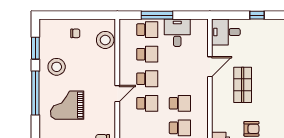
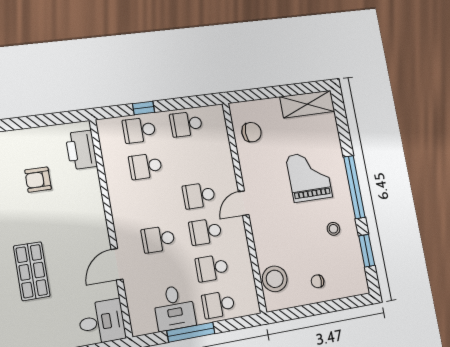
window: (157, 15) -> (191, 332), moved
stool: (57, 67) -> (333, 229), width x0.53, depth x0.53
shop shelf: (243, 85) -> (32, 271), moved
school desk: (180, 103) -> (158, 239), moved
grand piano: (67, 105) -> (309, 176), turned -90

